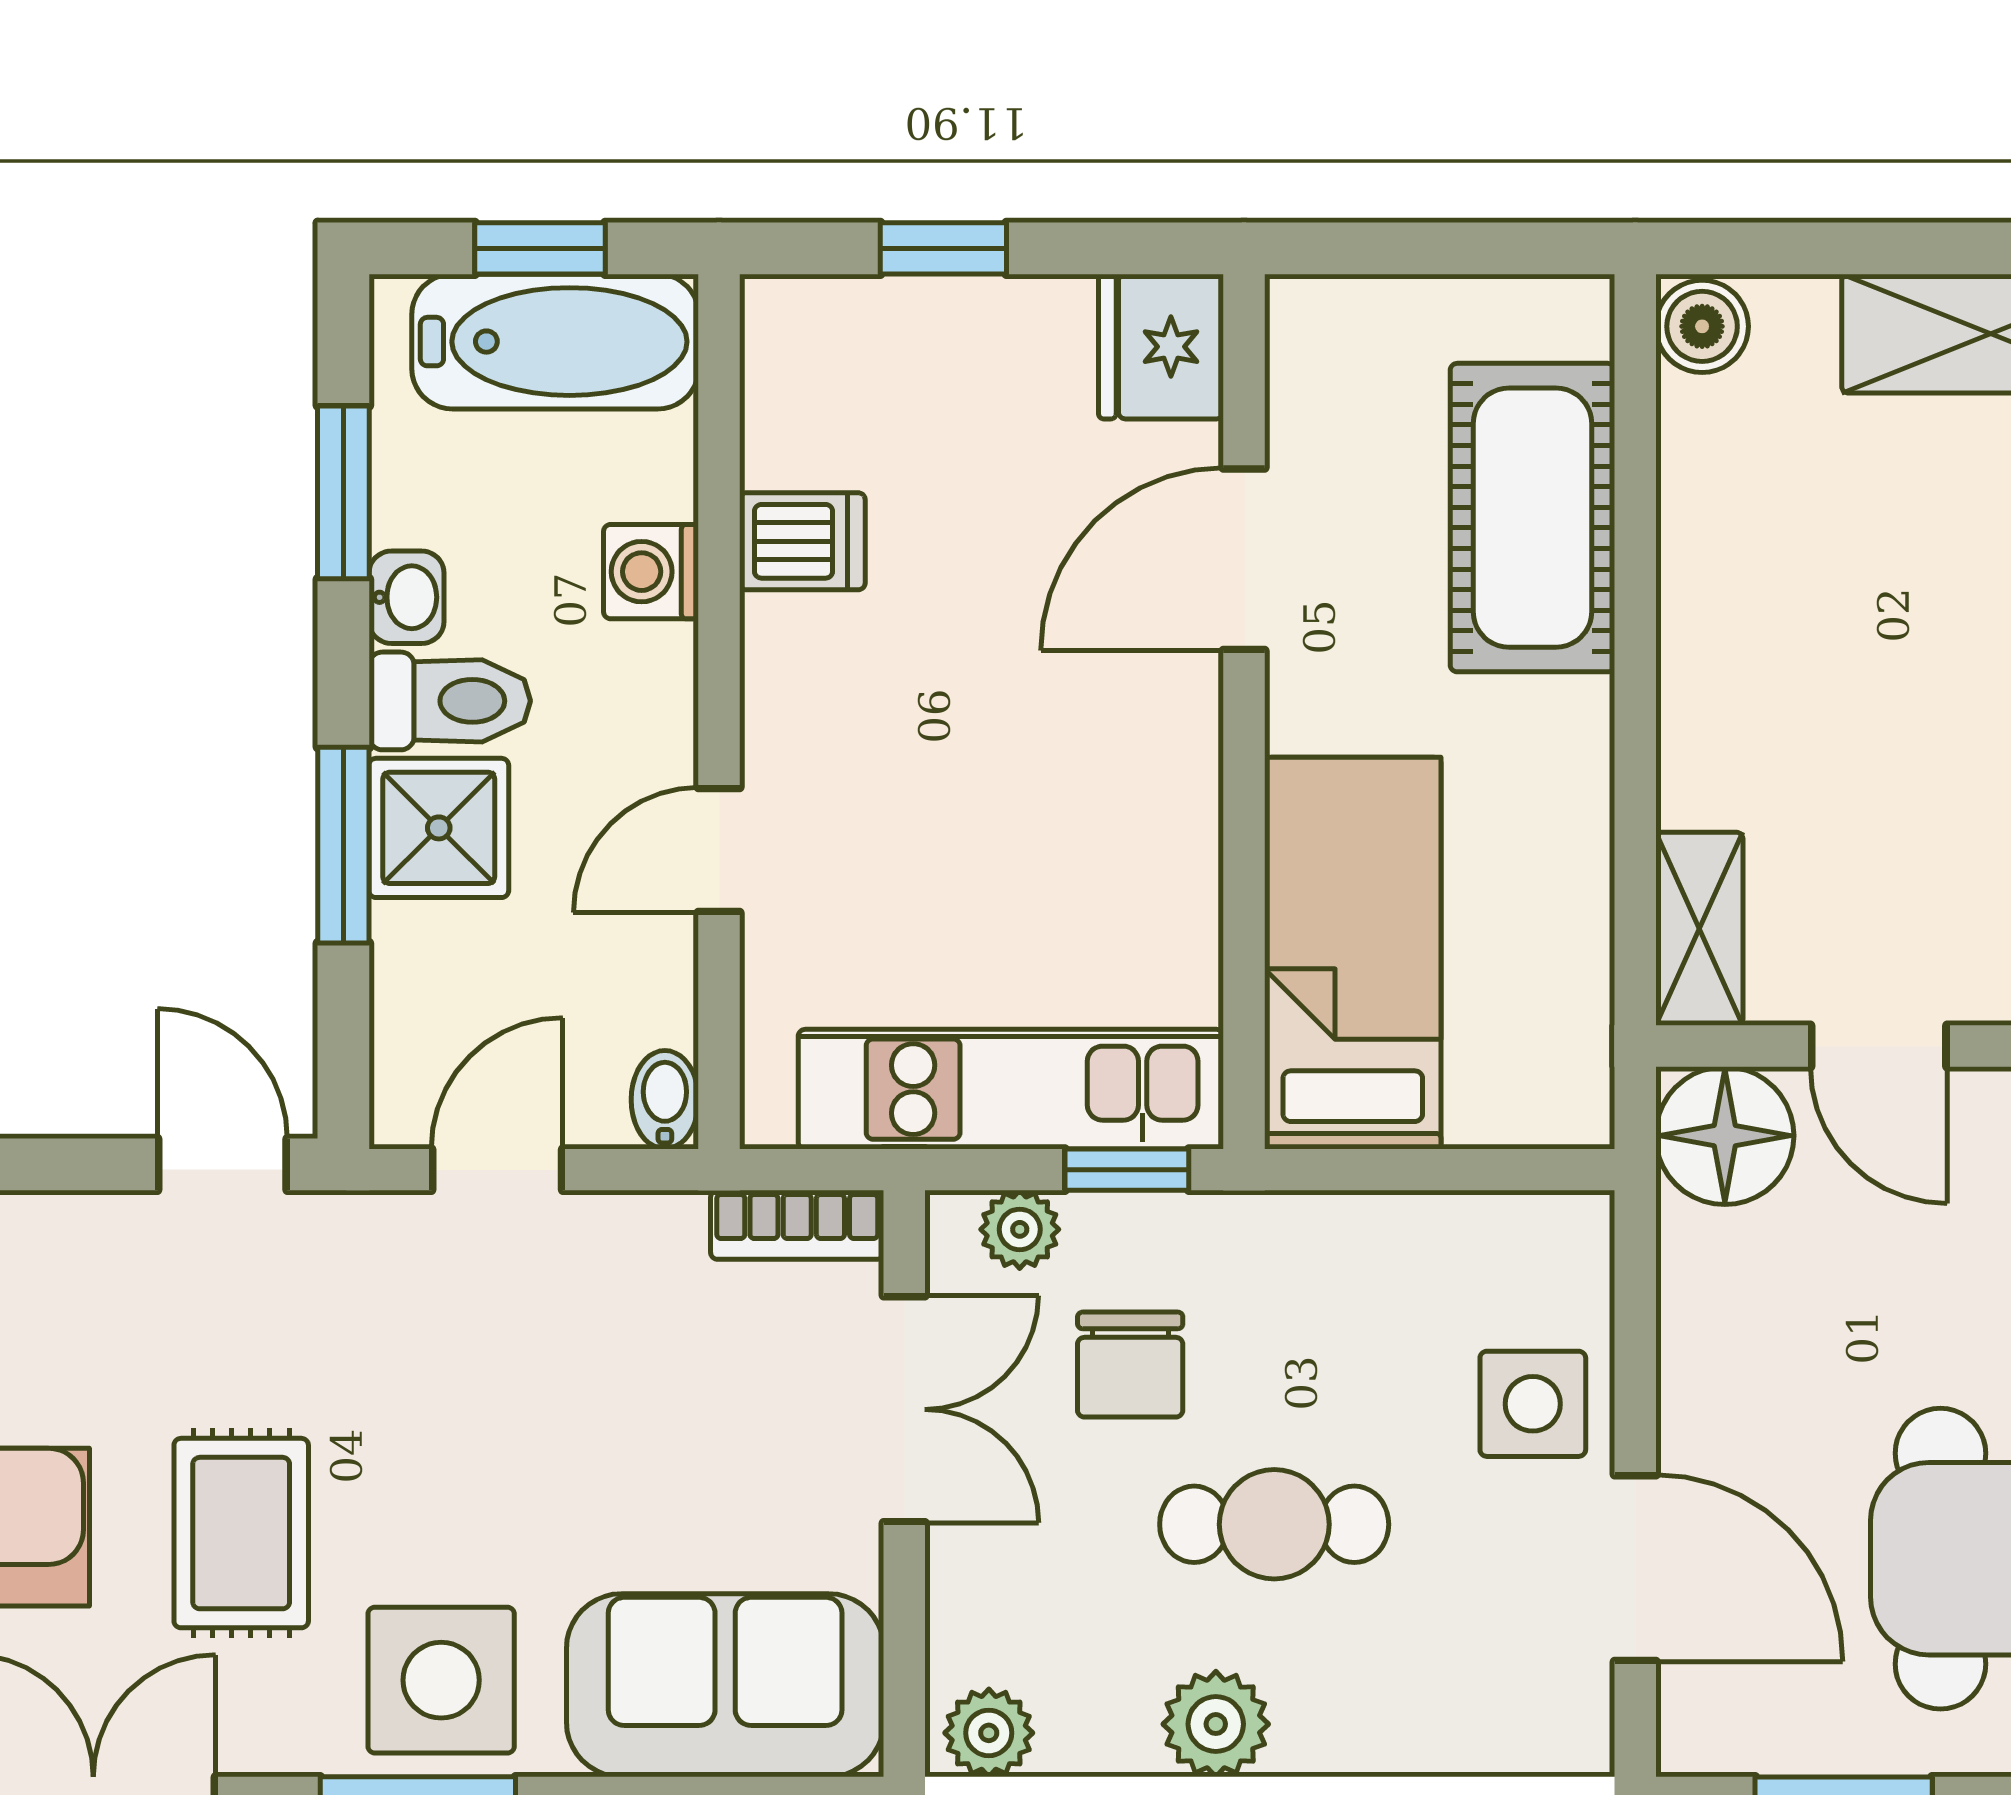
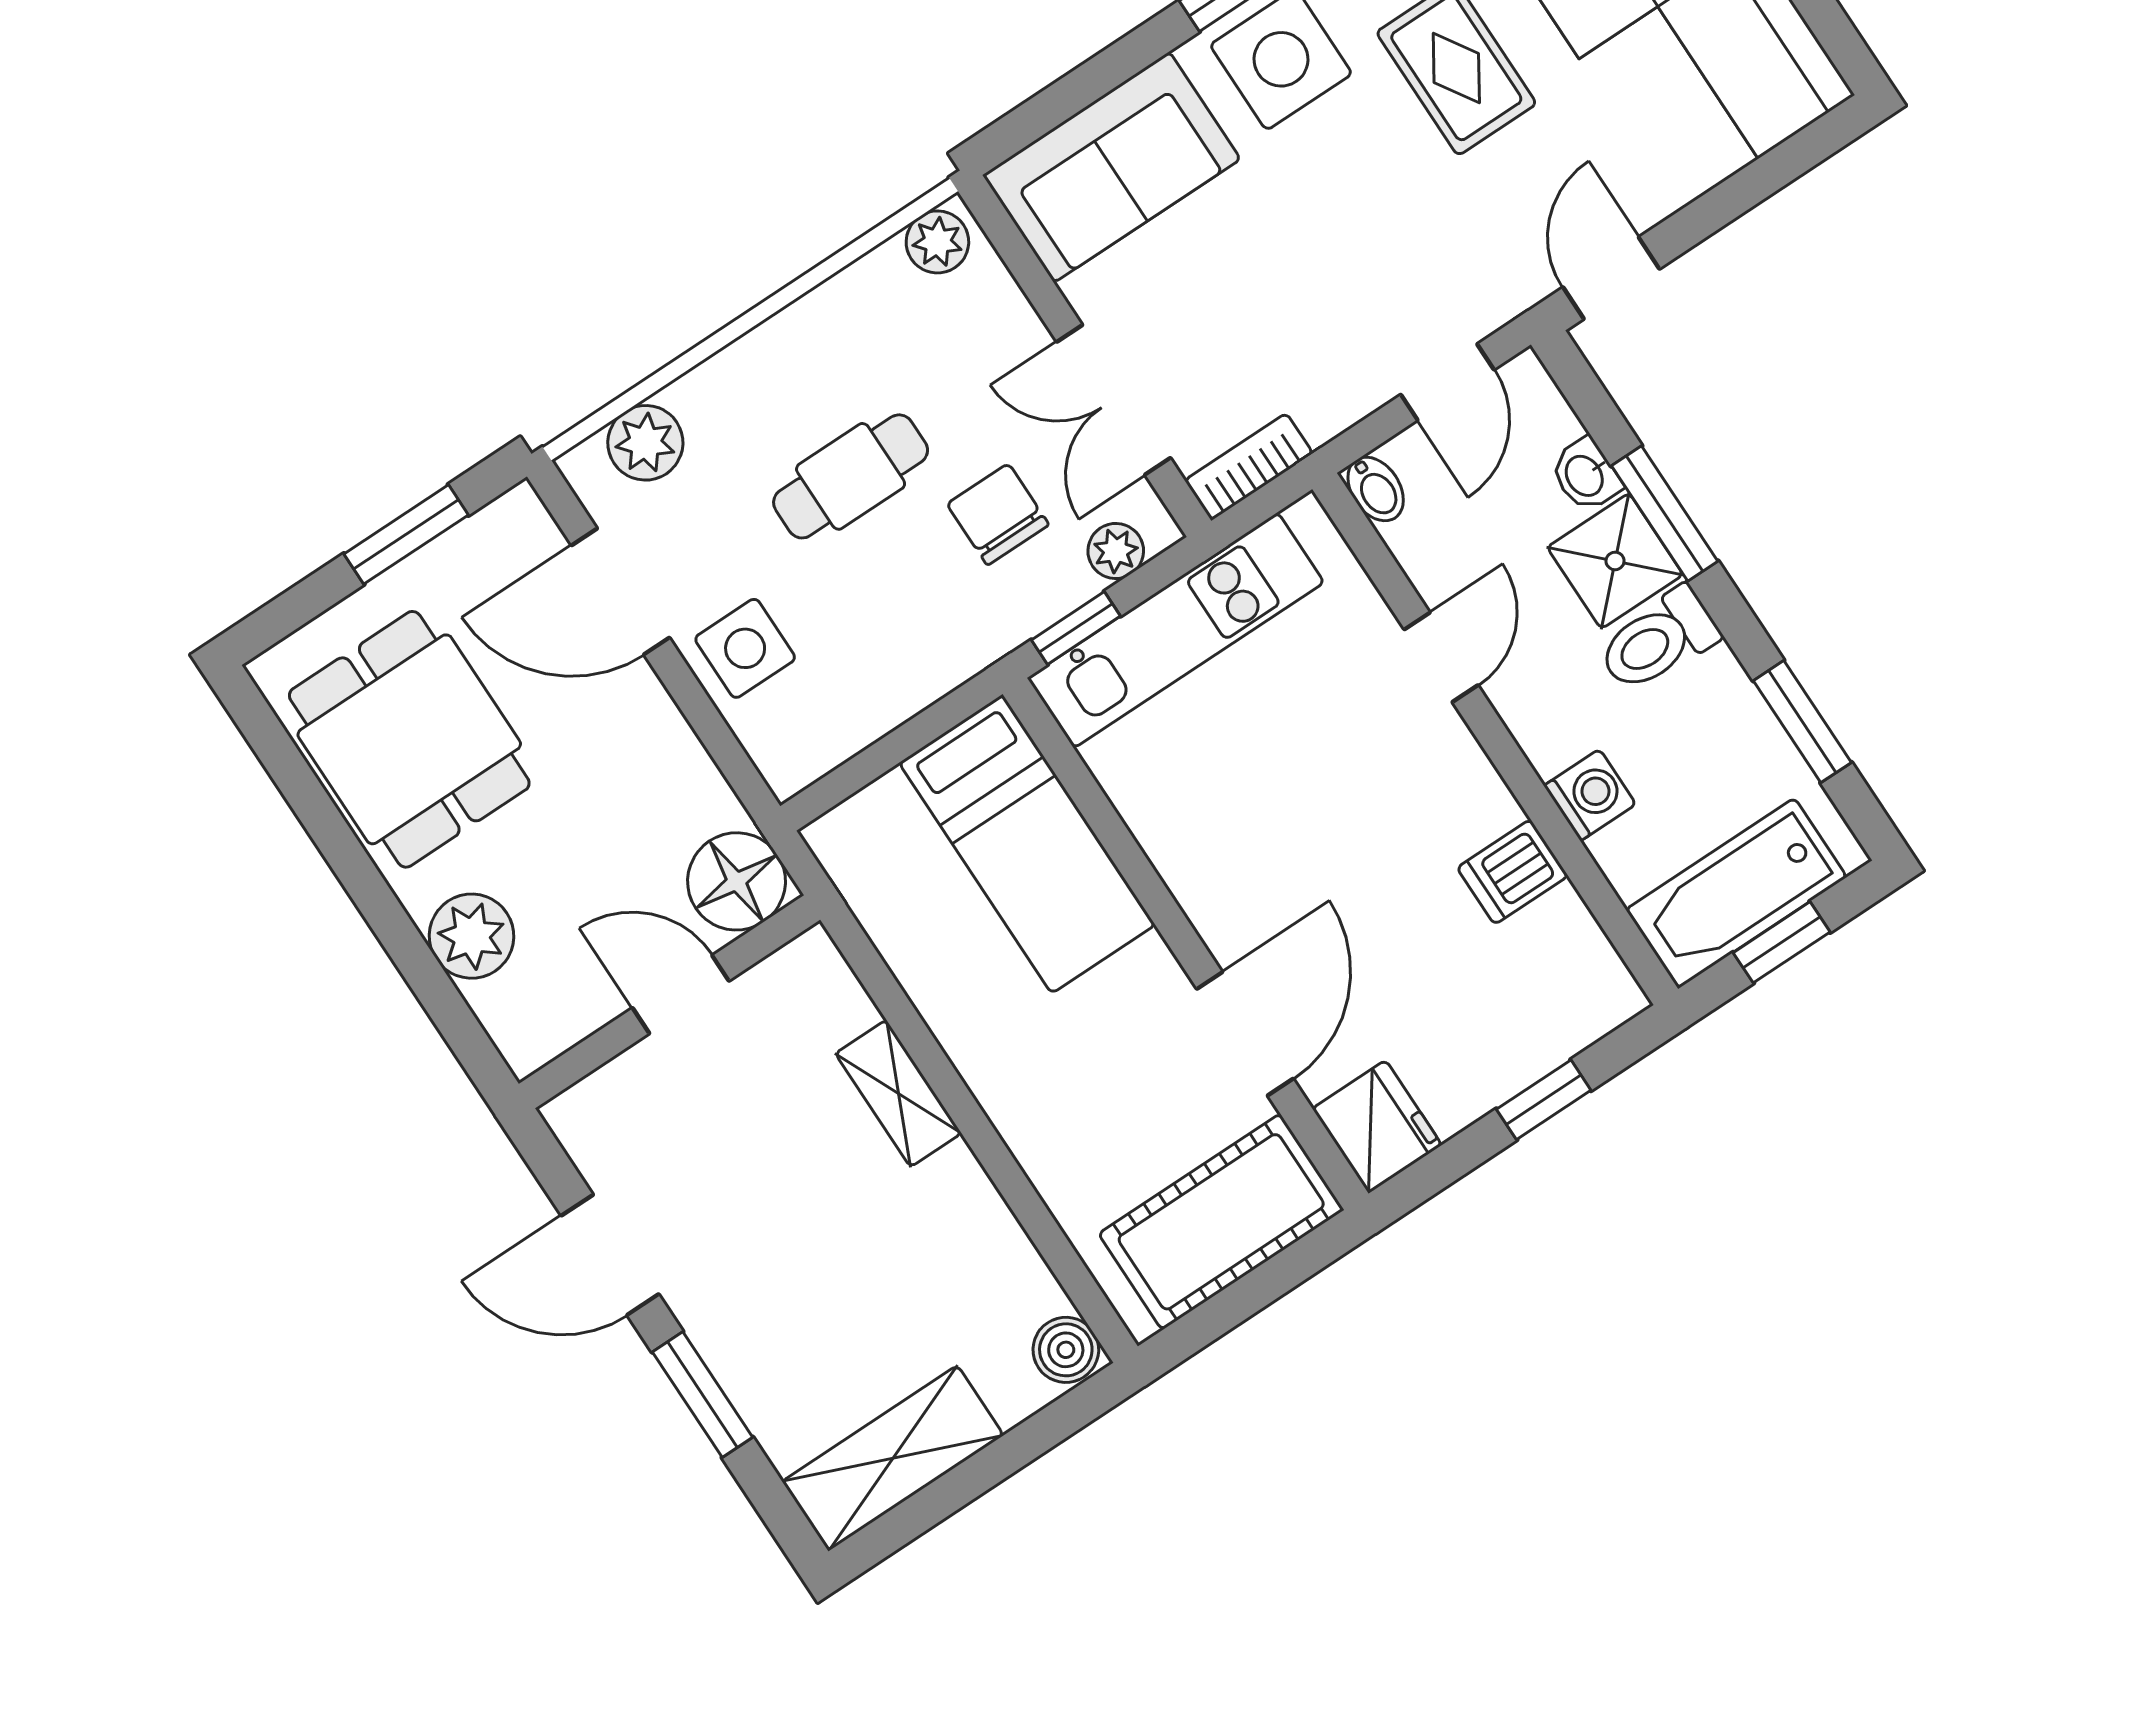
cot: (1532, 518) -> (1221, 1222), moved, turned 90
washbasin: (407, 597) -> (1586, 475), moved
shelving: (1699, 929) -> (898, 1093), moved
door: (222, 1164) -> (1611, 278), swing flipped
plant: (1216, 1724) -> (645, 443), moved

